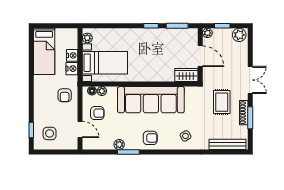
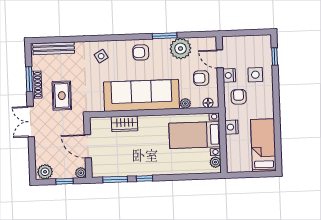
nightstand: (72, 55) -> (229, 75), moved
wardrobe: (186, 75) -> (125, 124), moved
plant: (102, 91) -> (185, 103), moved
side table: (50, 133) -> (255, 75), moved
plant: (119, 144) -> (181, 49), width x1.87, depth x1.87

